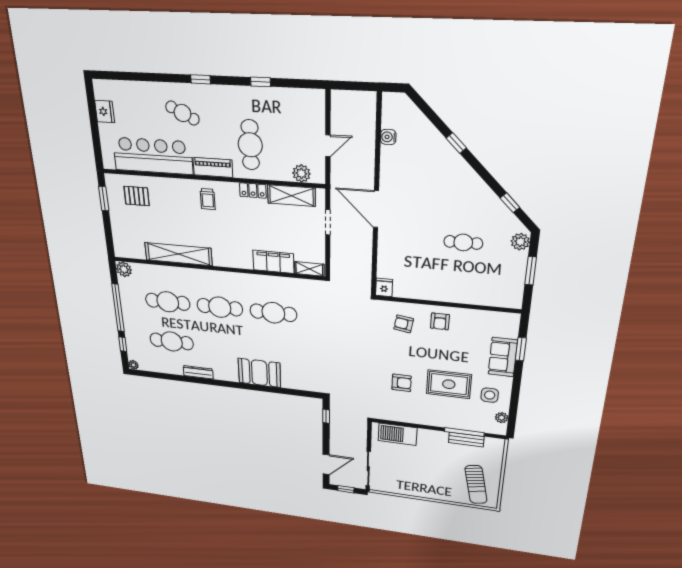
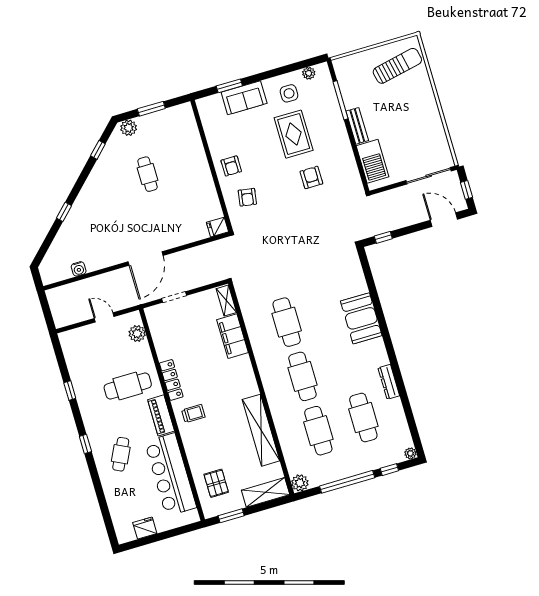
locker: (253, 190) -> (171, 380), width x1.53
shelving: (291, 196) -> (266, 492), moved, turned 90
armchair: (440, 321) -> (231, 166), turned 90
bench: (466, 440) -> (357, 126), moved

